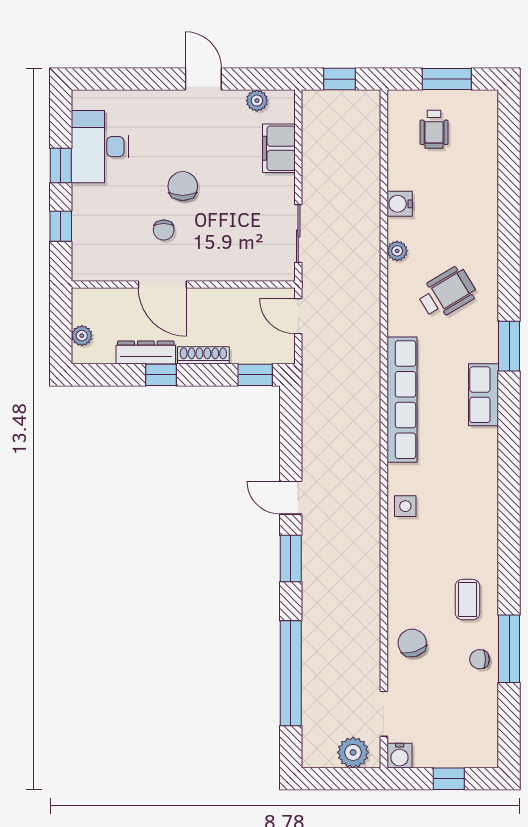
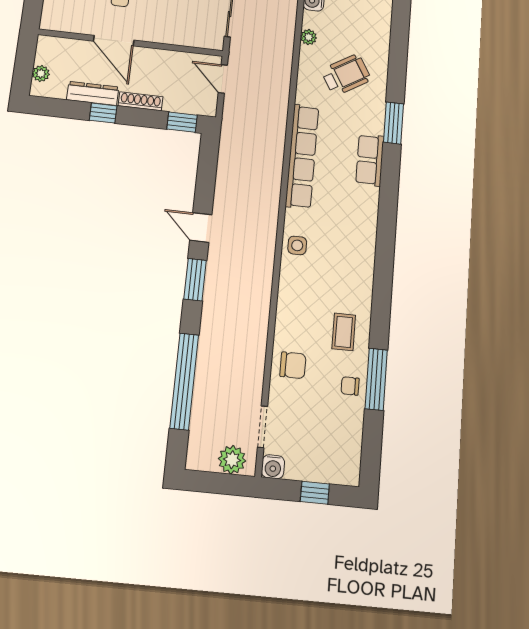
chair: (412, 643) -> (293, 365), turned 107

